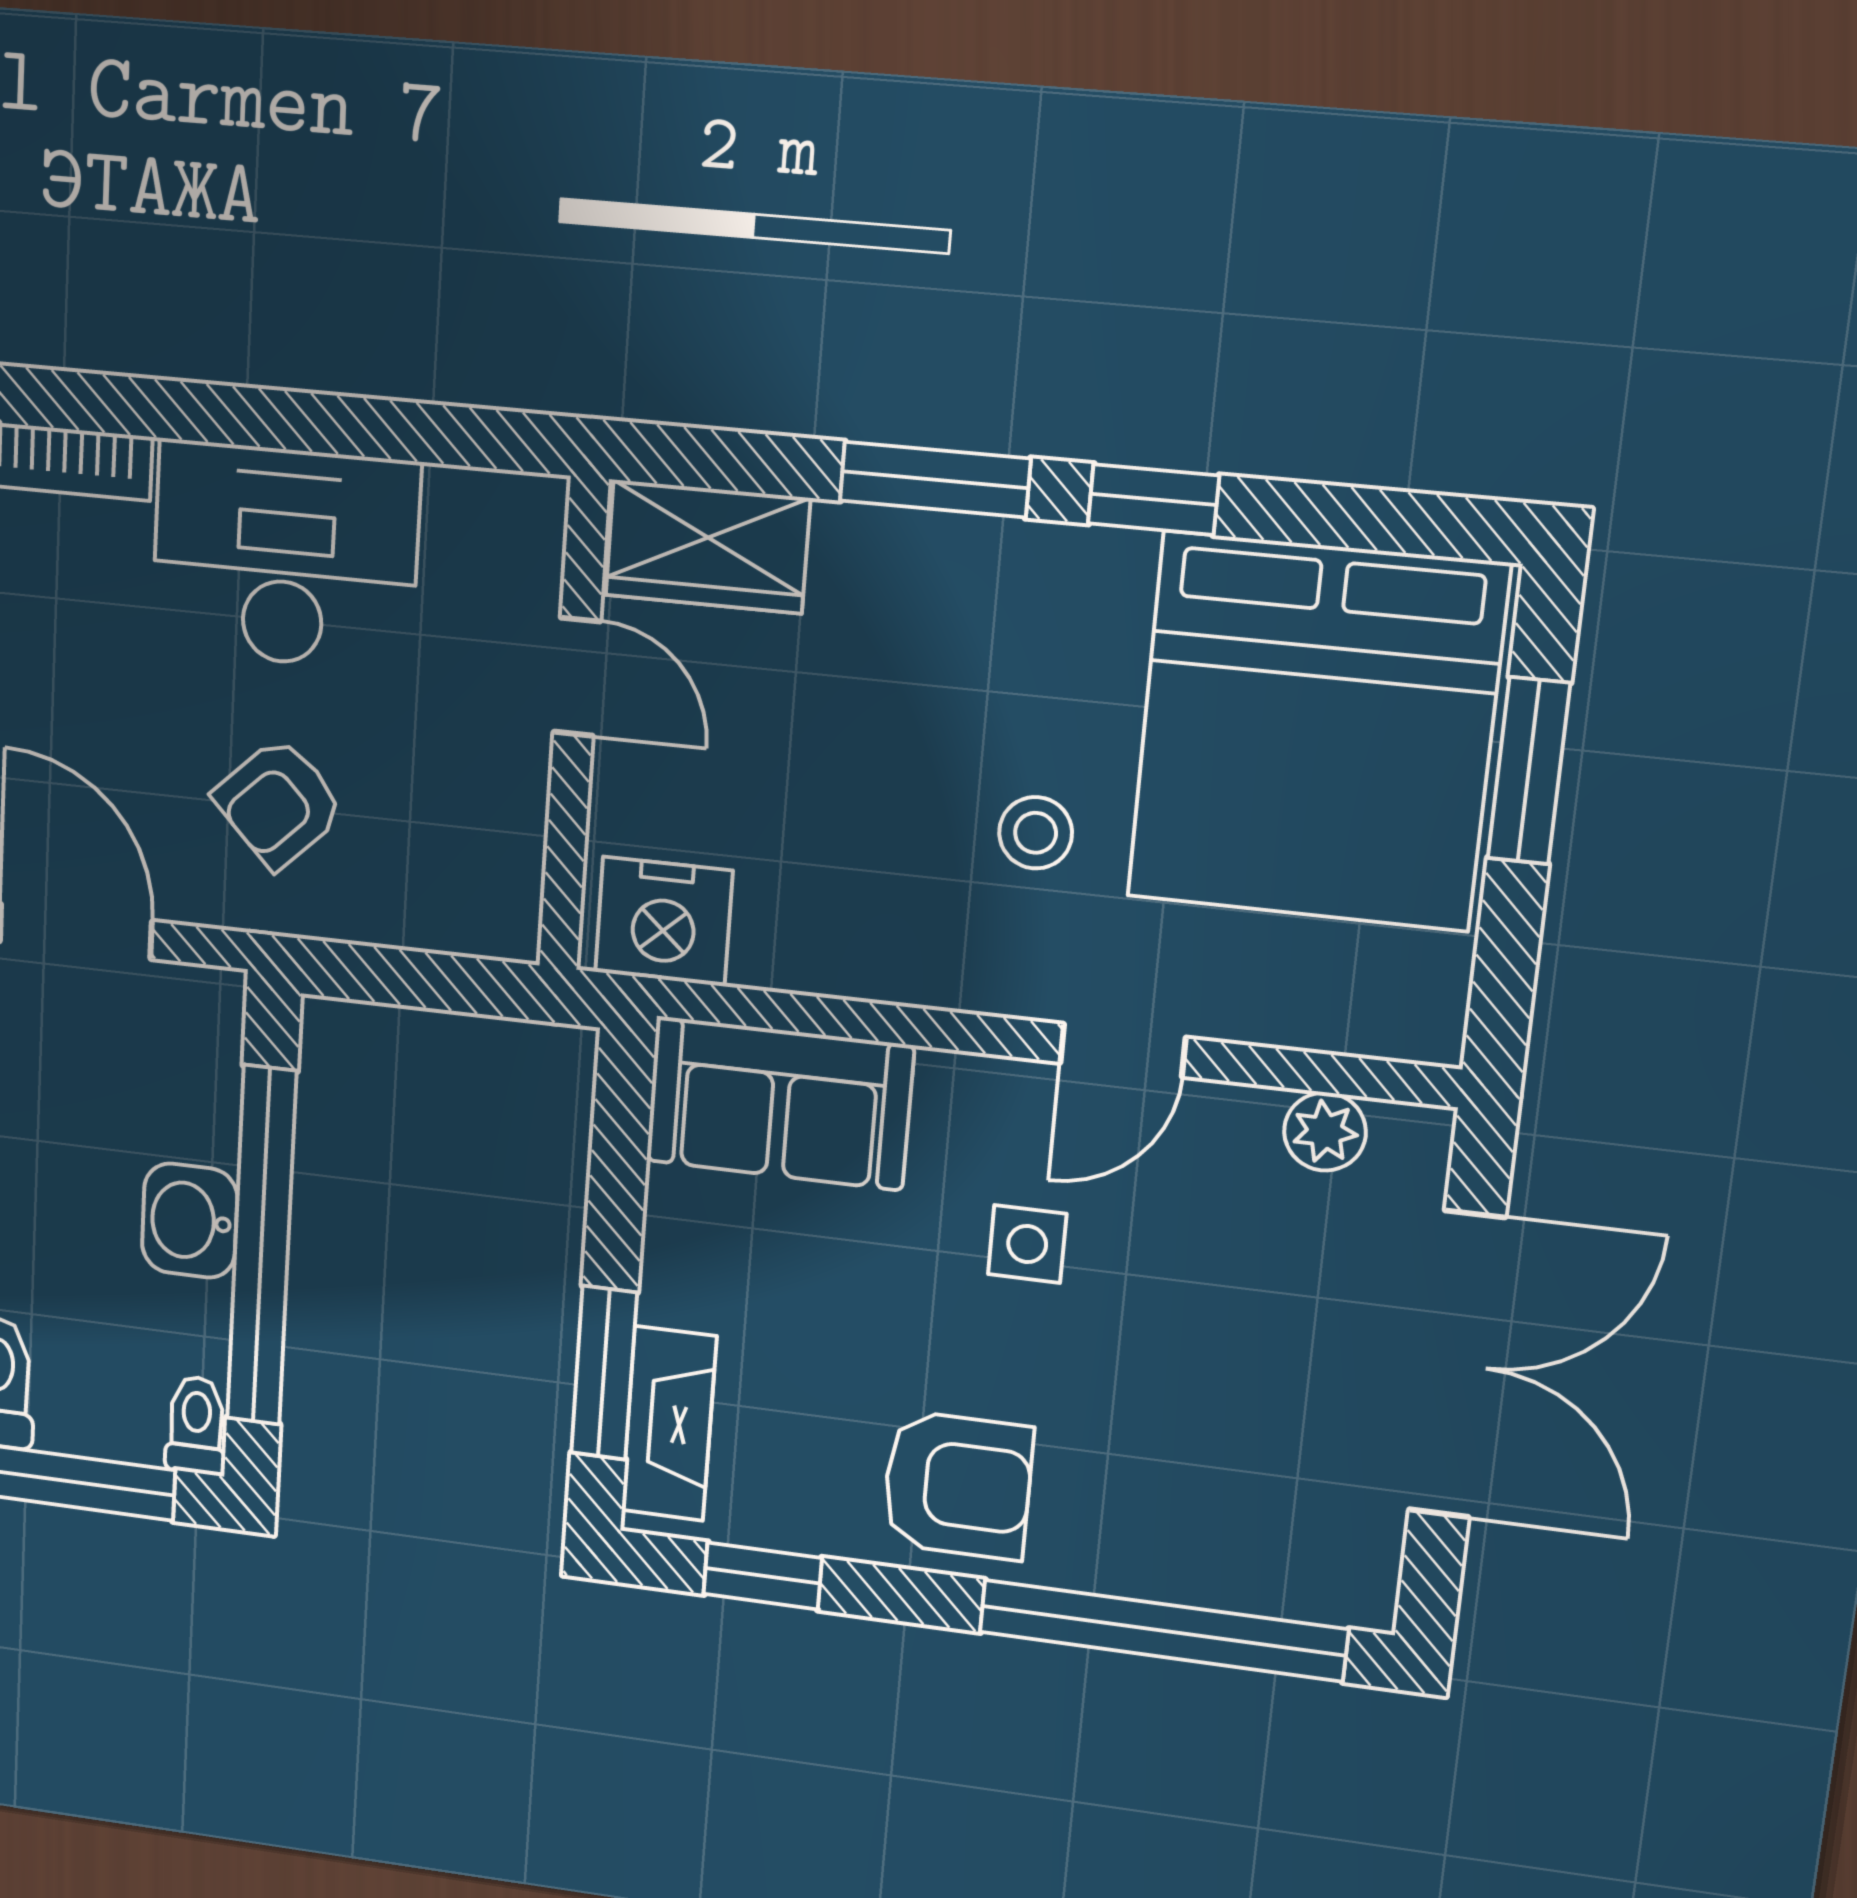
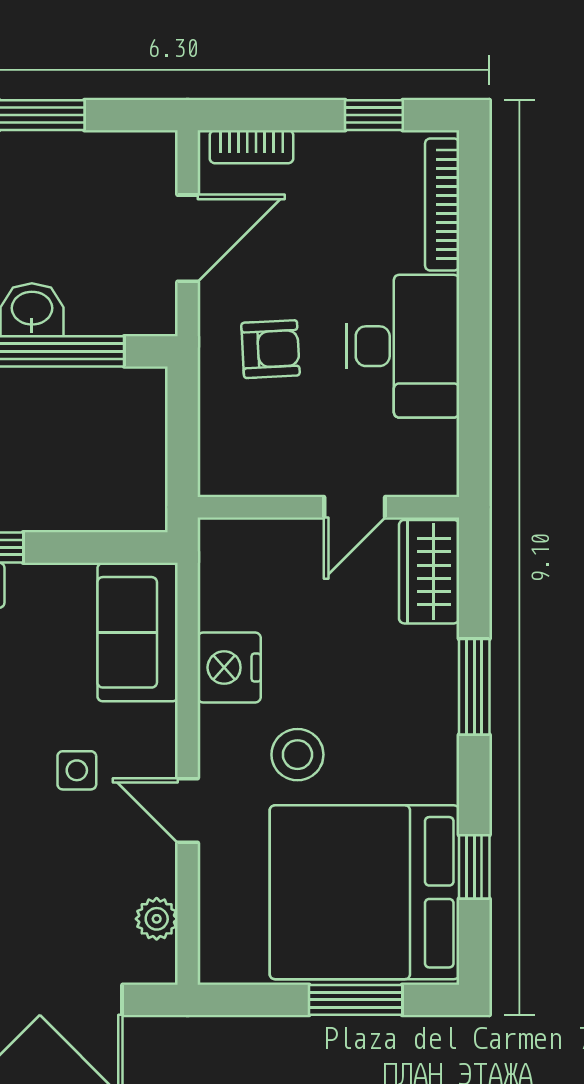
window: (1153, 499) -> (474, 867), moved
armchair: (279, 803) -> (270, 349), turned 131
stool: (1036, 833) -> (297, 755), width x1.37, depth x1.37
nightstand: (664, 921) -> (229, 668), moved

